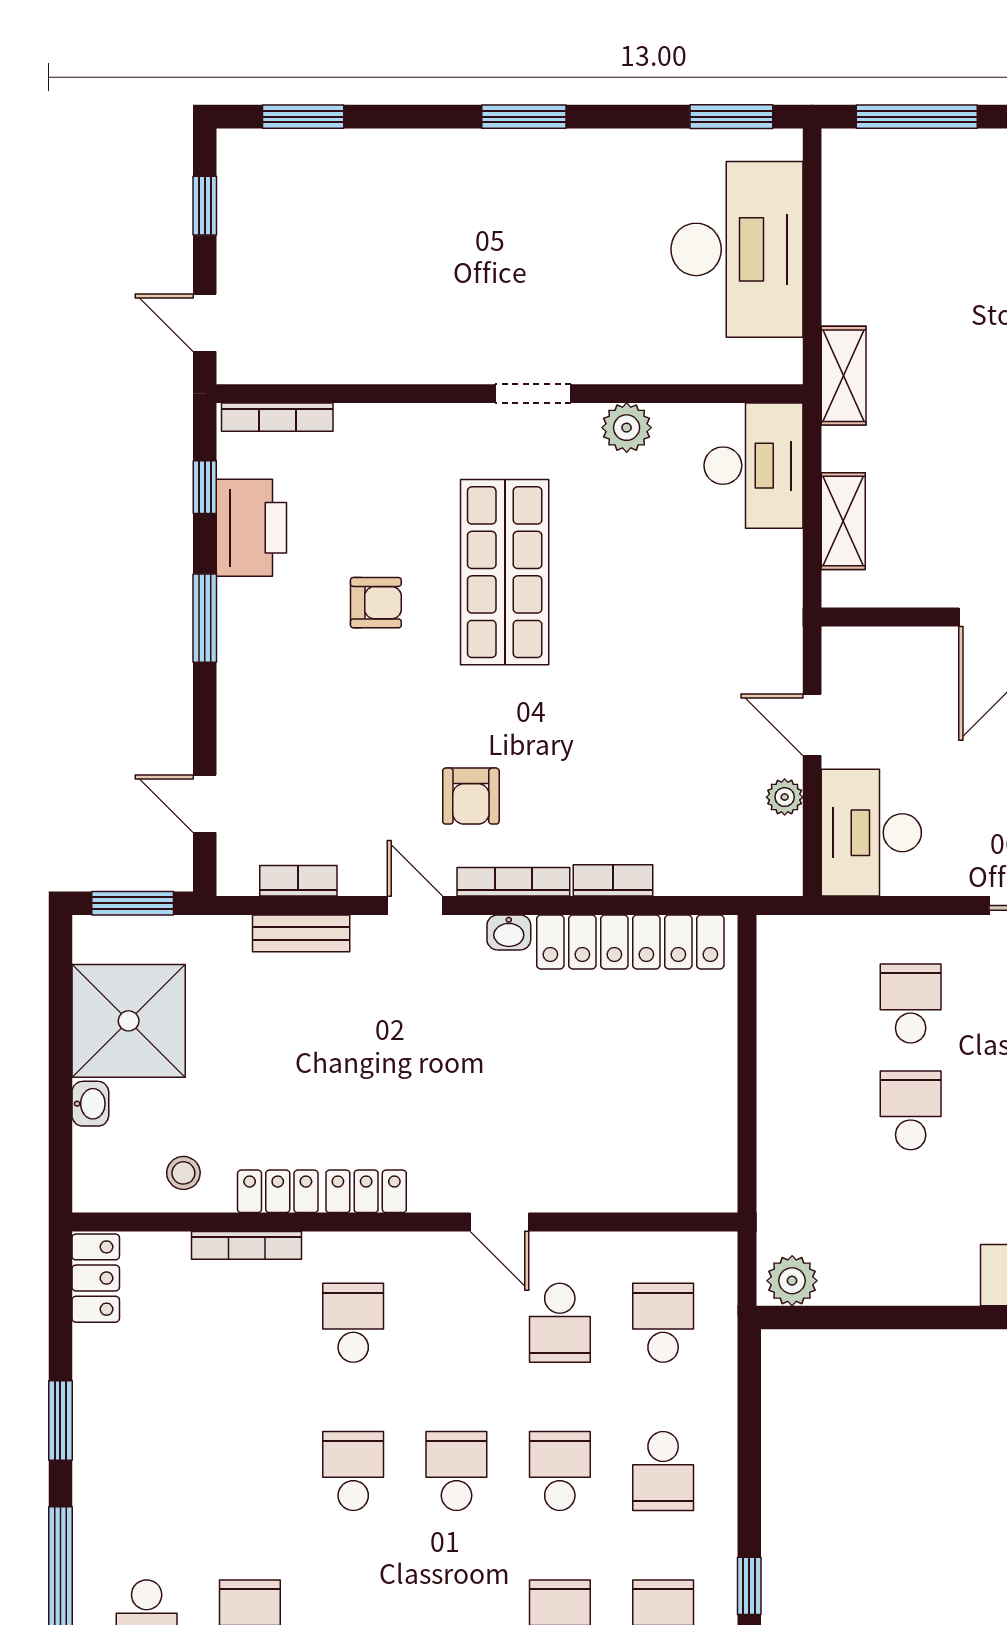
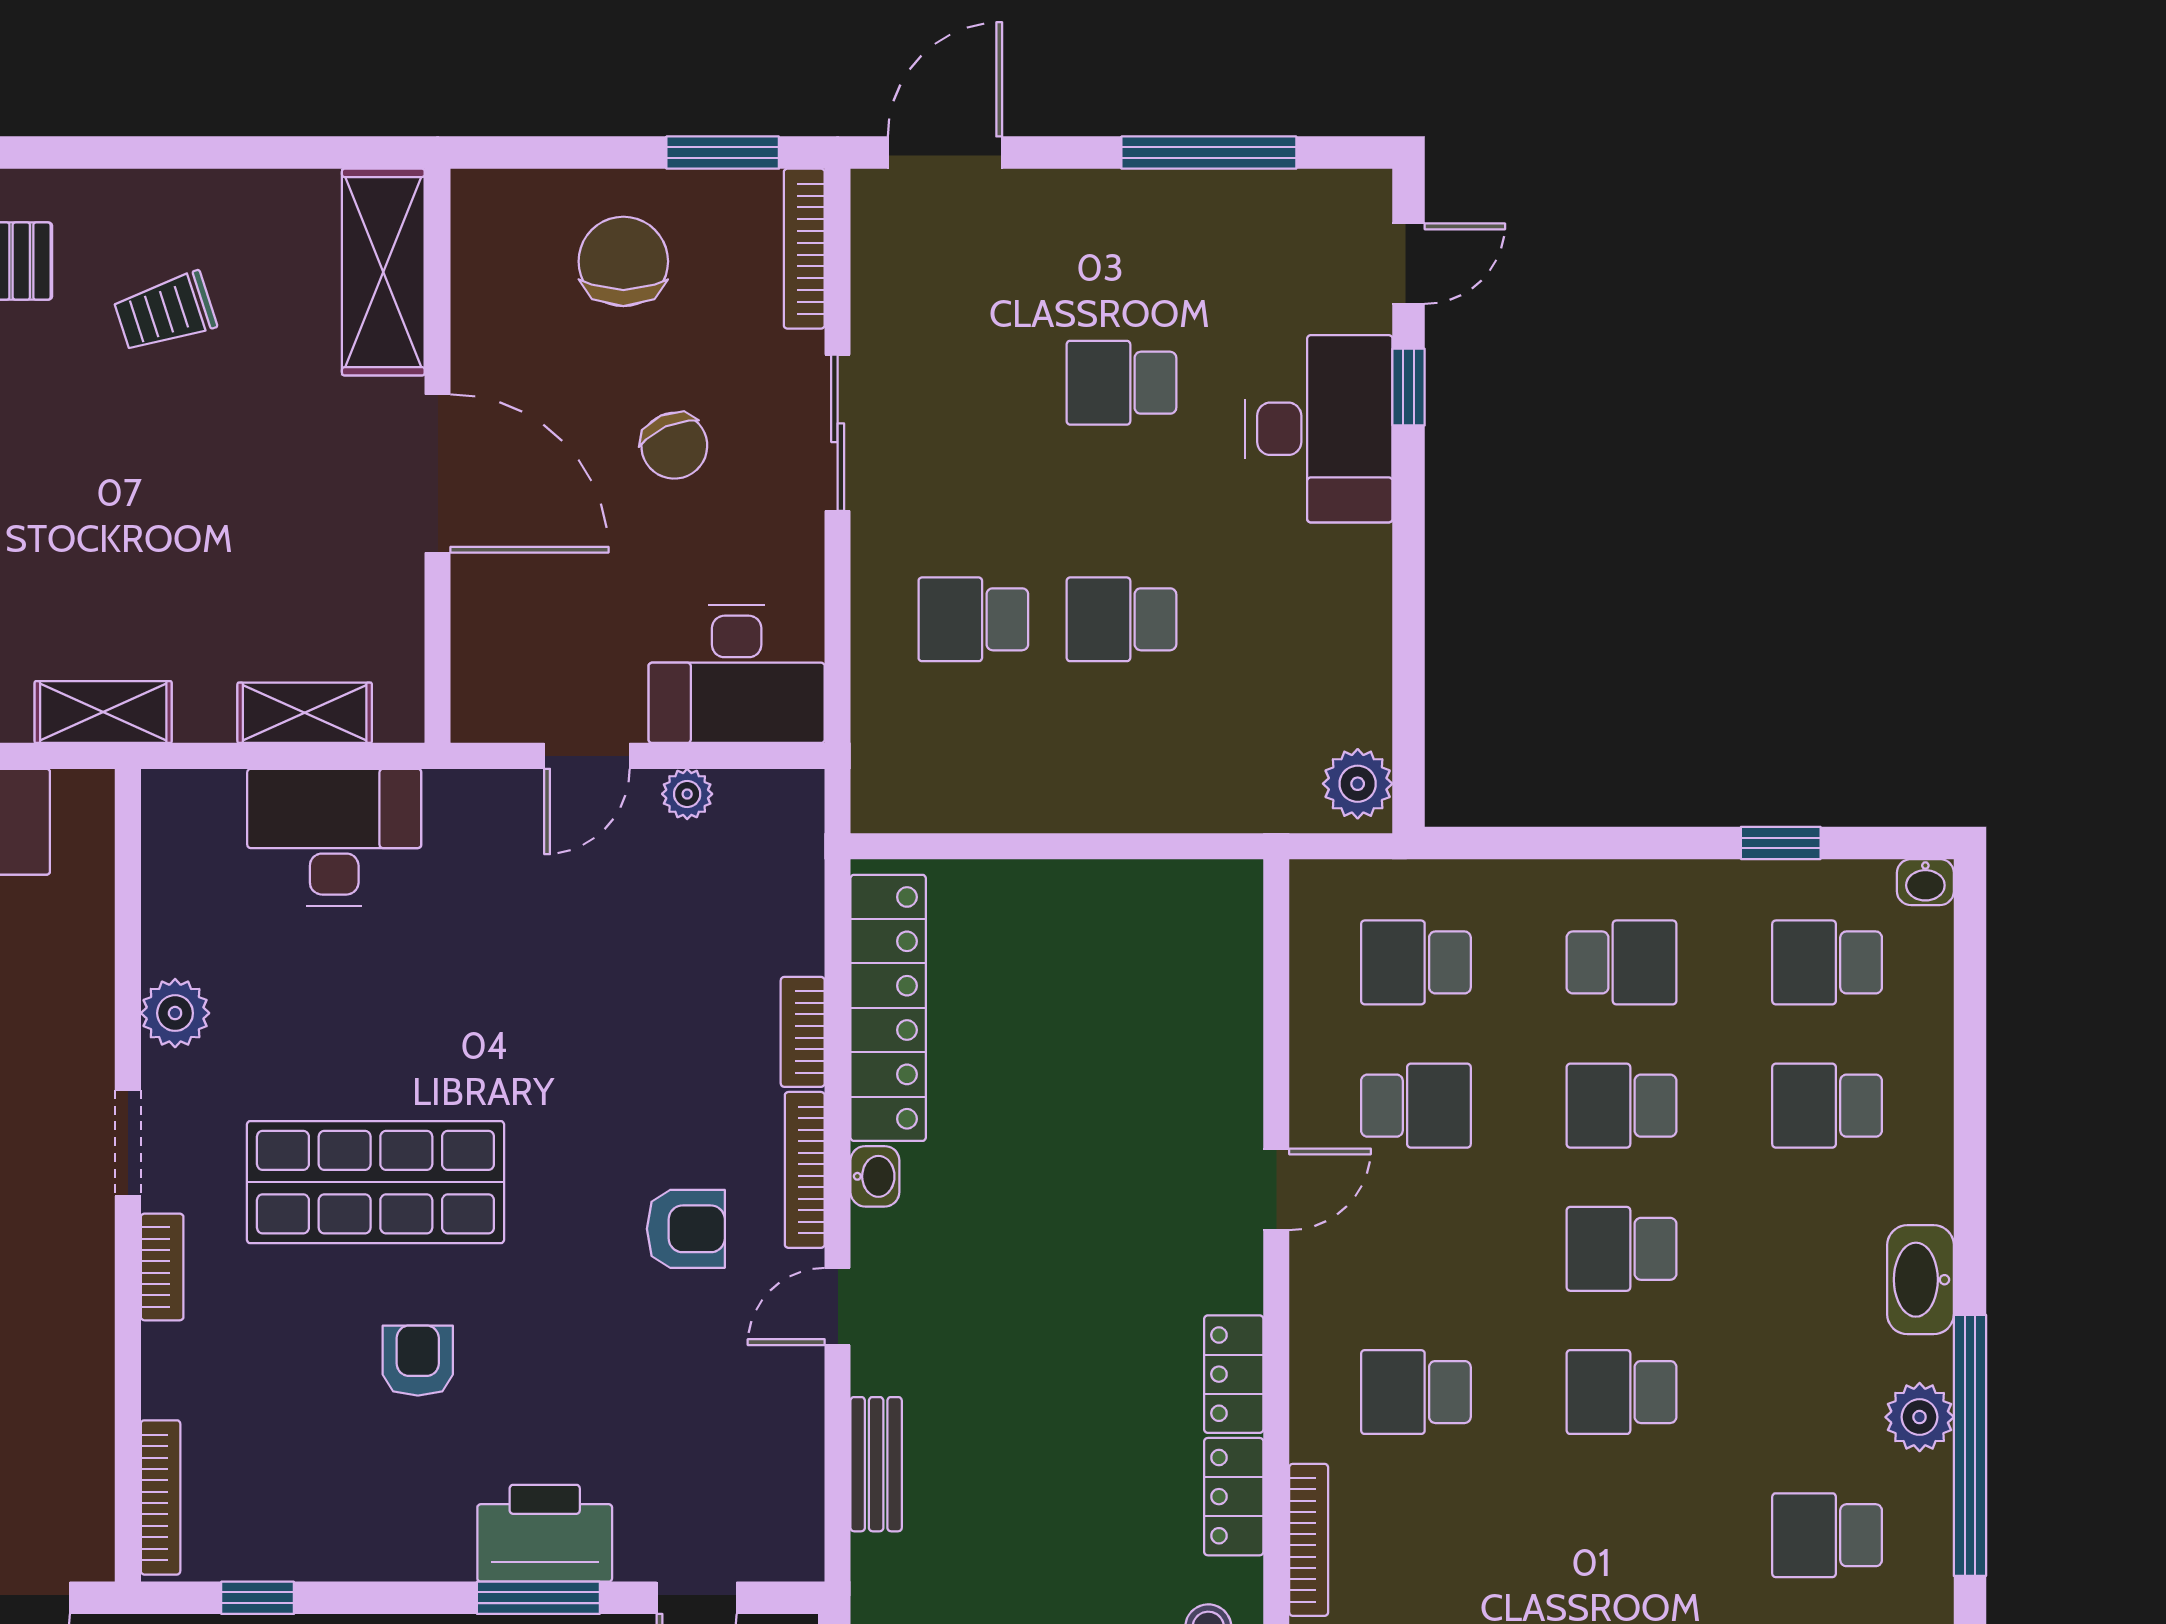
desk: (753, 466) -> (334, 837), moved
printer: (251, 528) -> (545, 1533), moved
window: (205, 618) -> (538, 1598), moved
bookcase: (298, 881) -> (162, 1267), moved, turned 180

